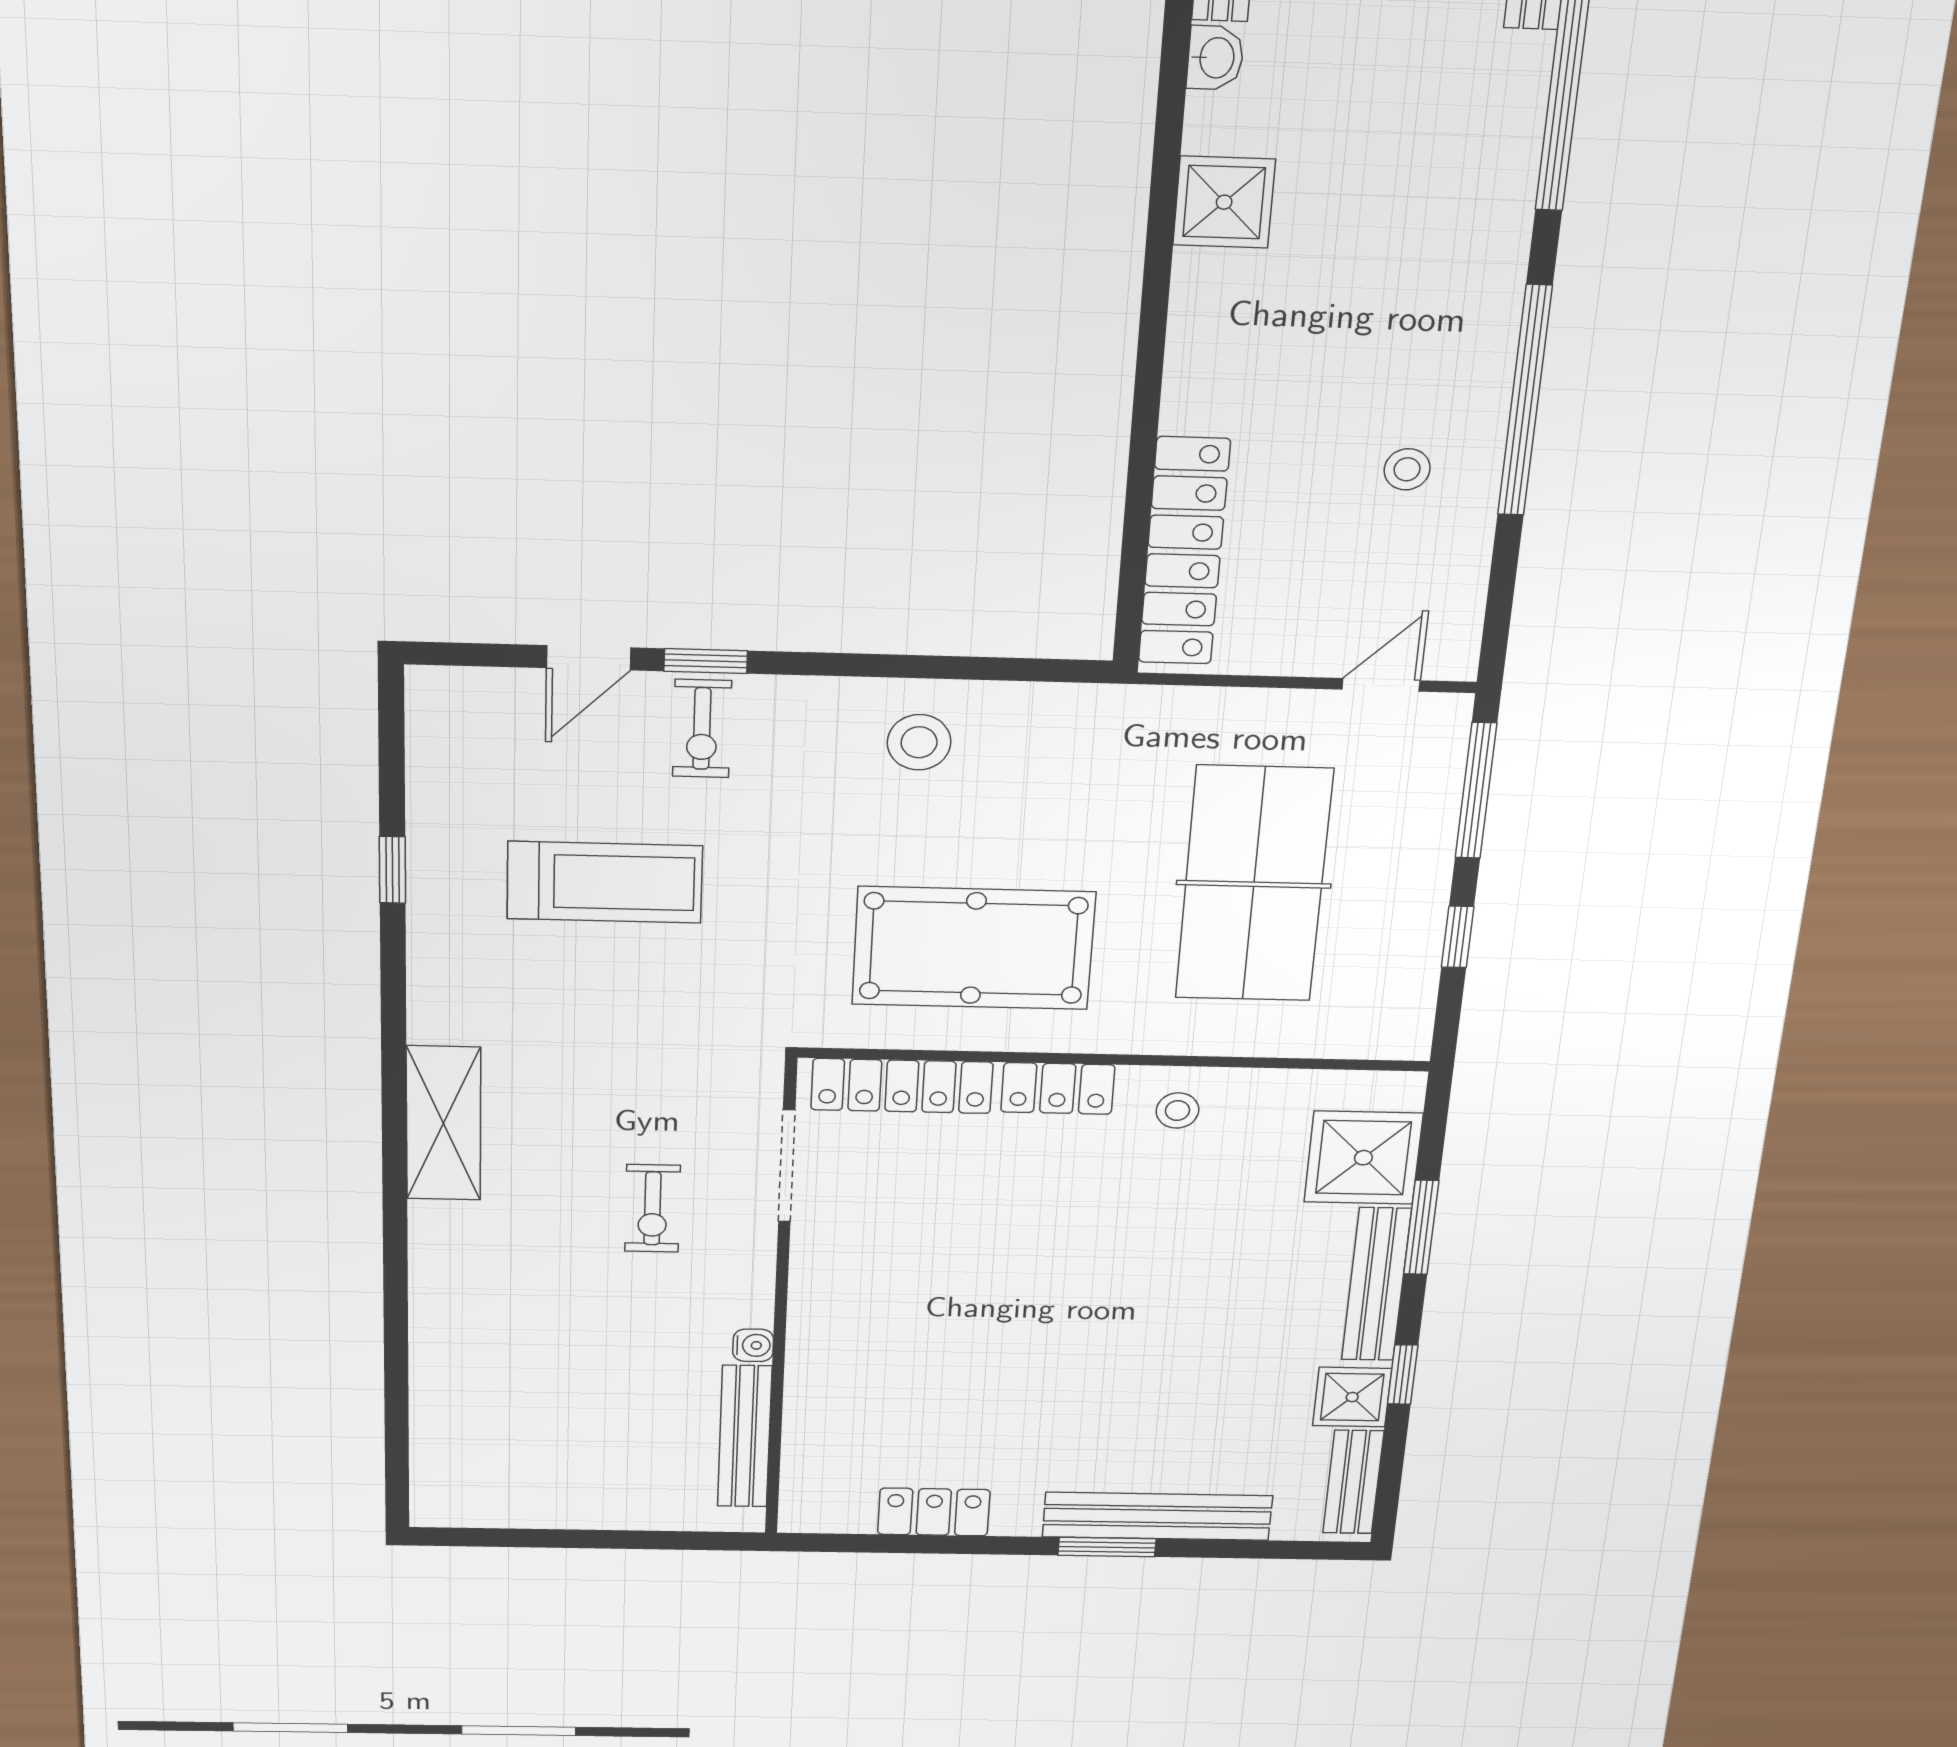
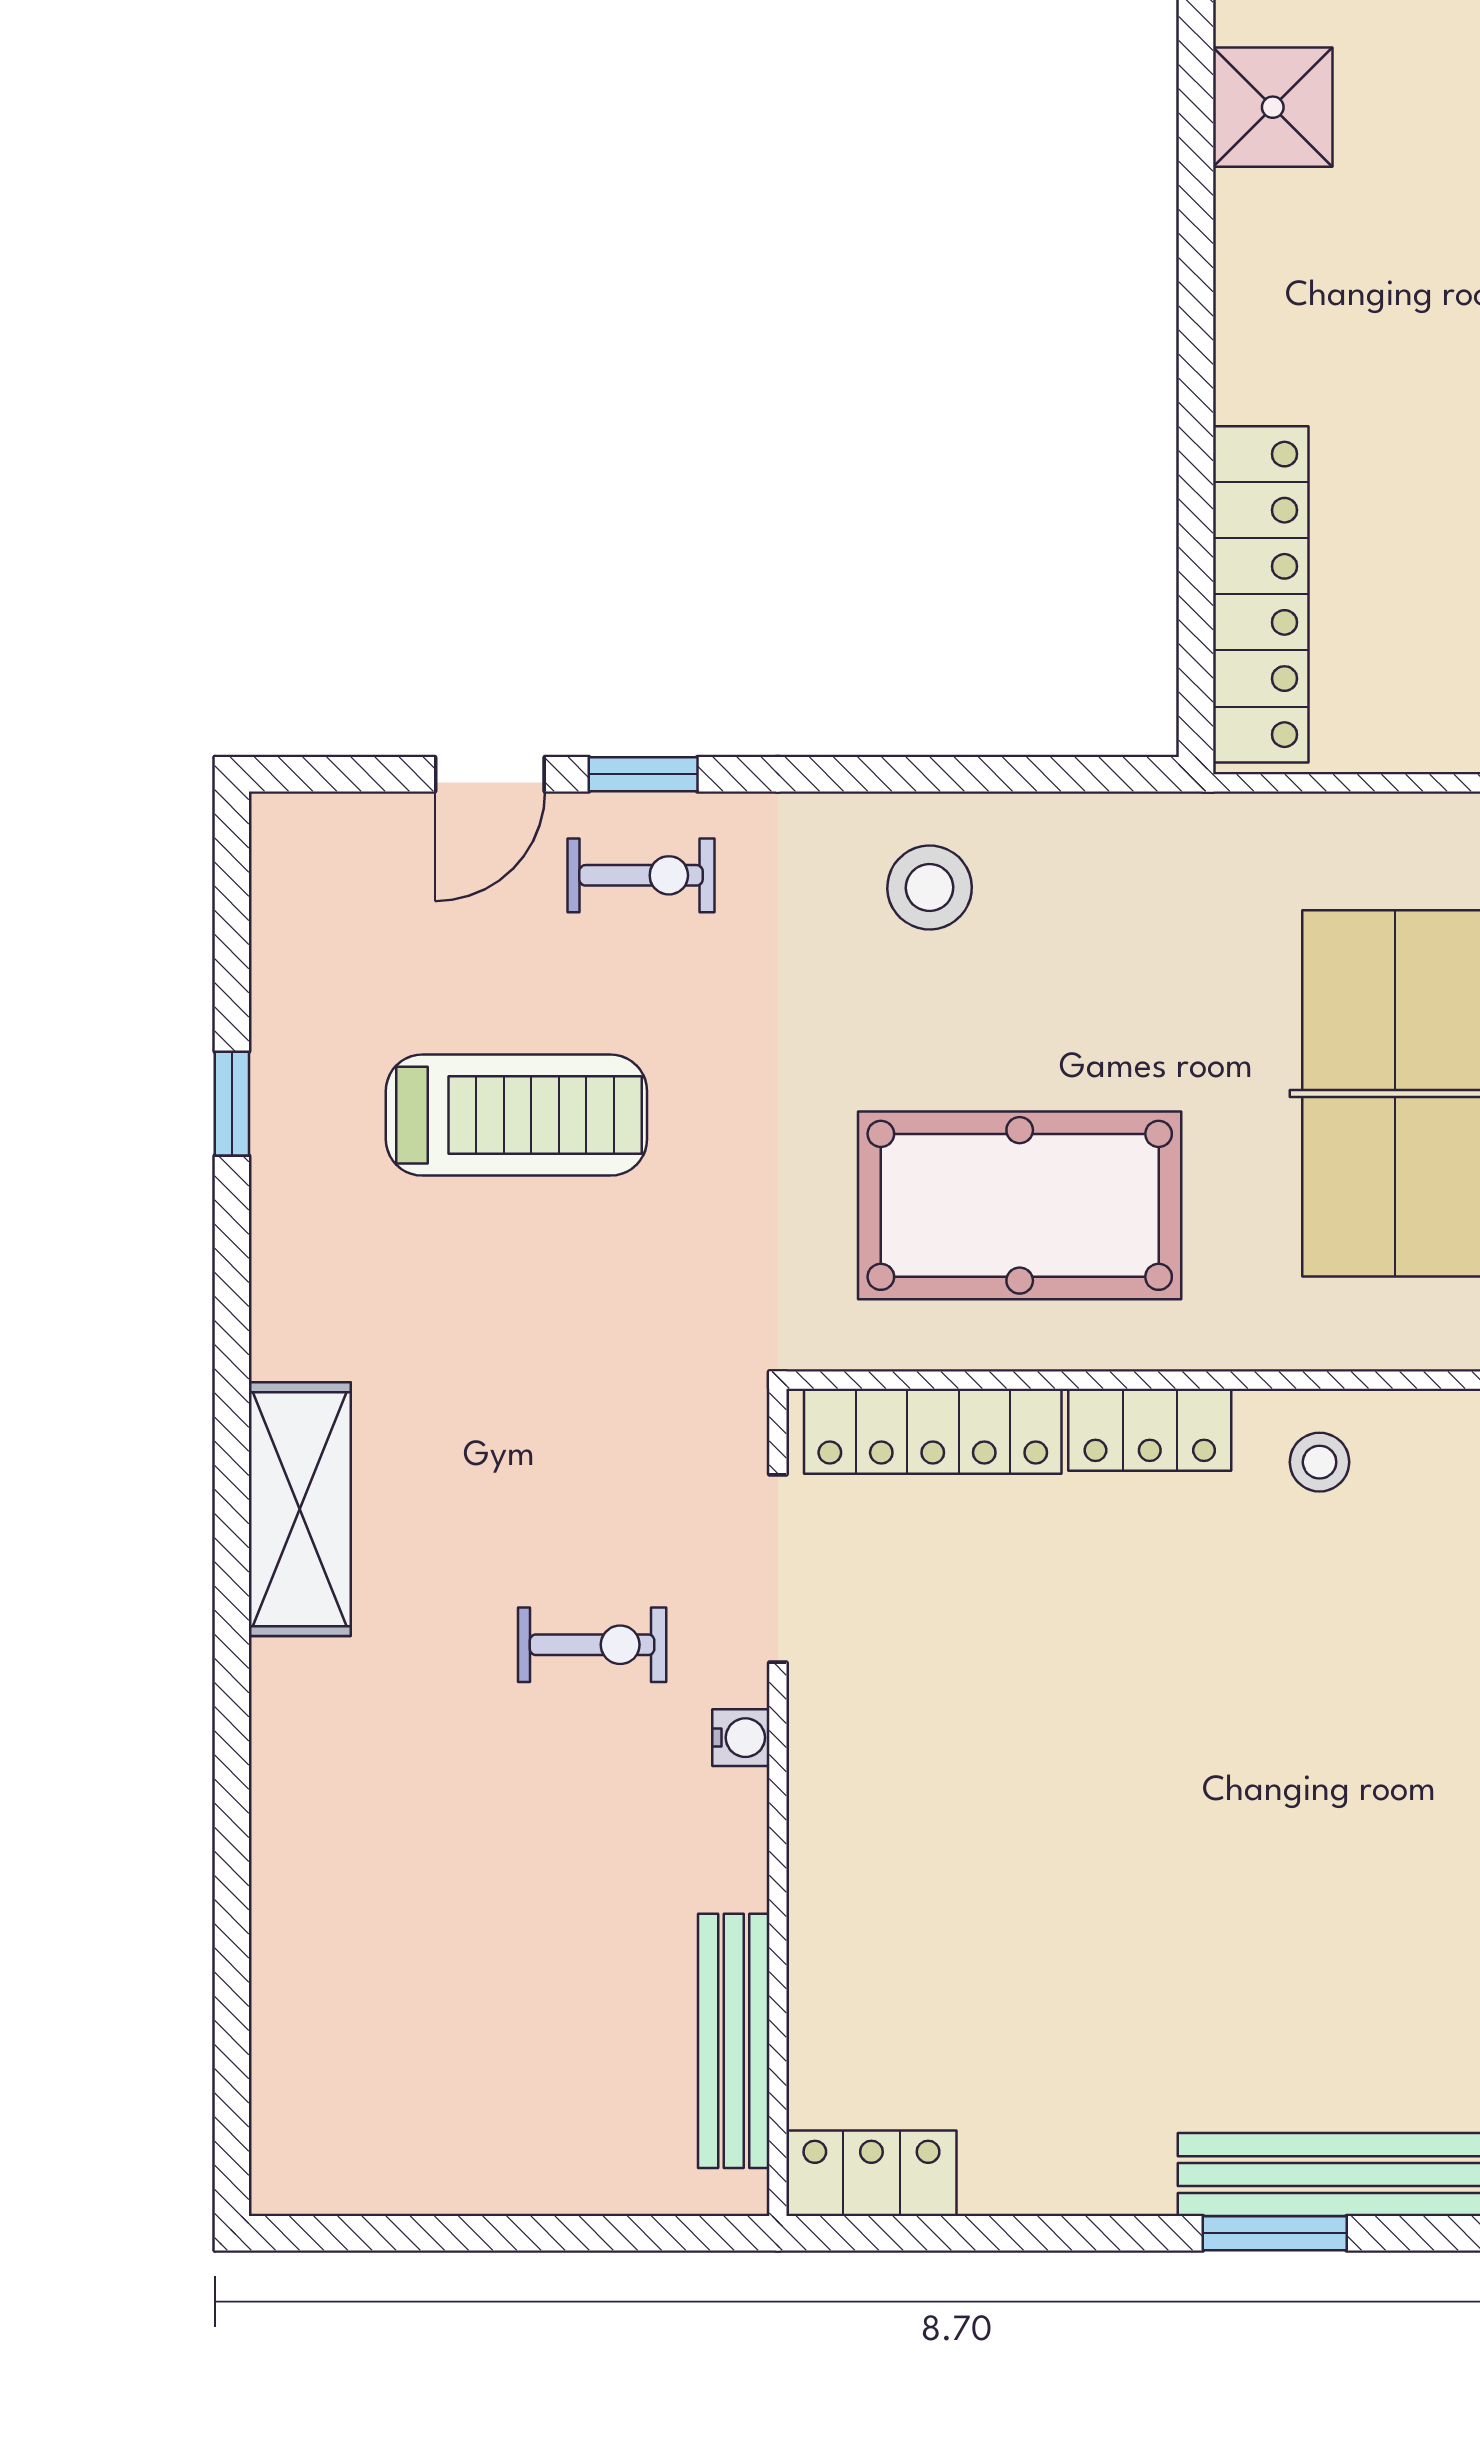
exercise bike: (702, 728) -> (641, 875), turned -90
exercise bike: (653, 1208) -> (592, 1645), turned -90
water cooler: (753, 1345) -> (741, 1738), moved
locker: (934, 1512) -> (871, 2173), moved

